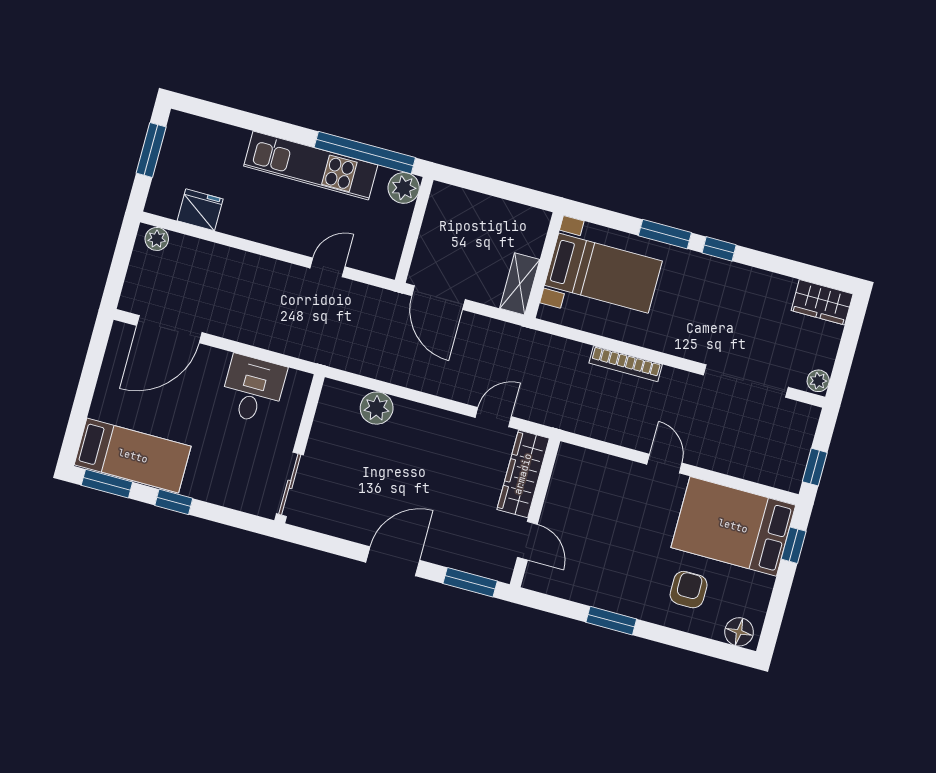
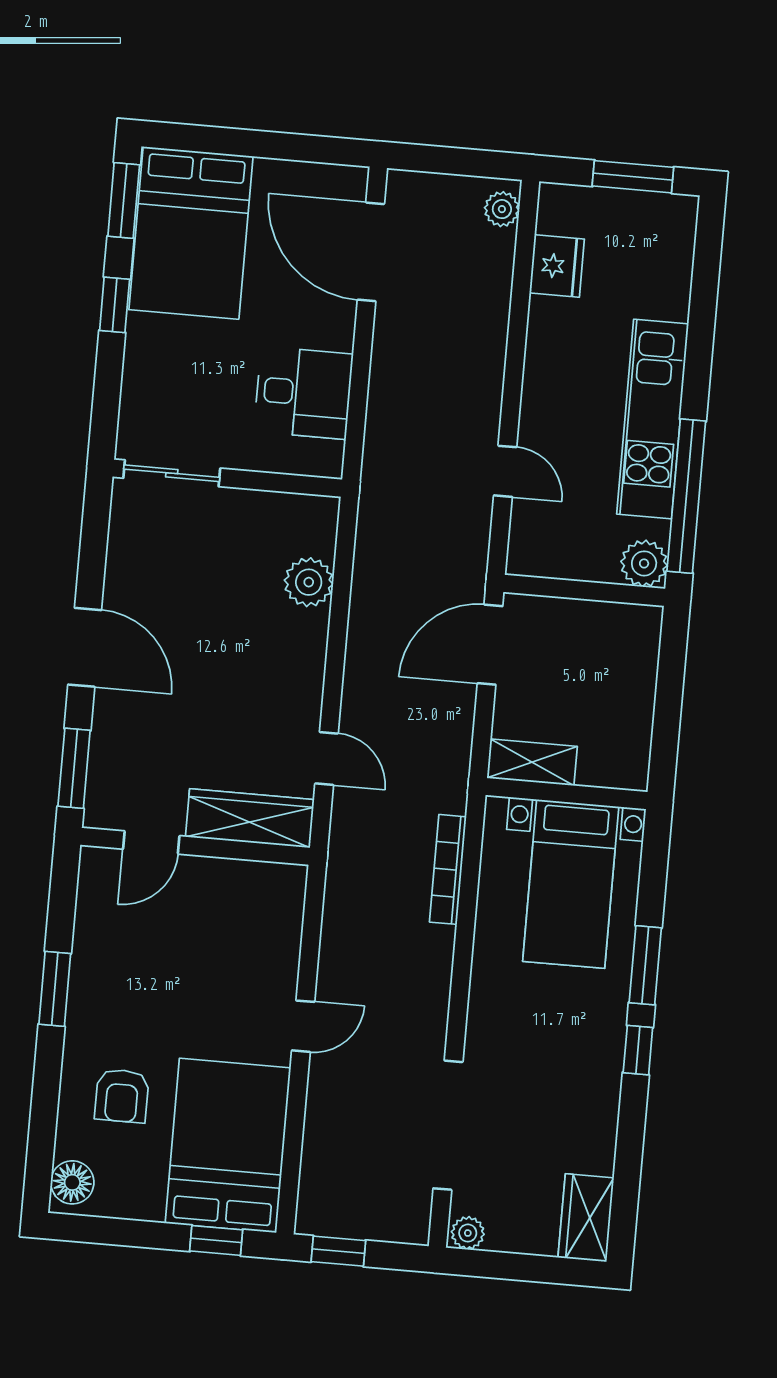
bookcase: (626, 364) -> (448, 869), moved
bed: (133, 456) -> (191, 233), width x1.50
armchair: (689, 590) -> (122, 1096), turned 90

